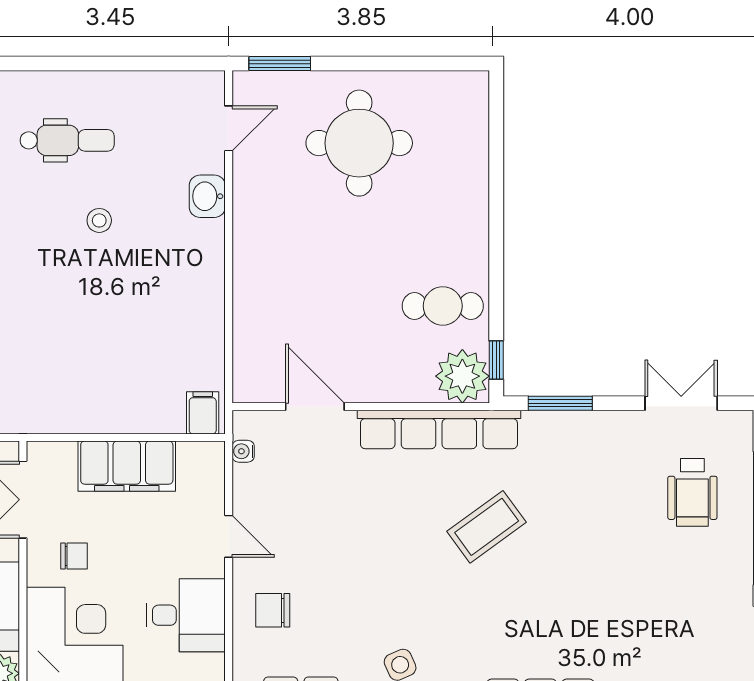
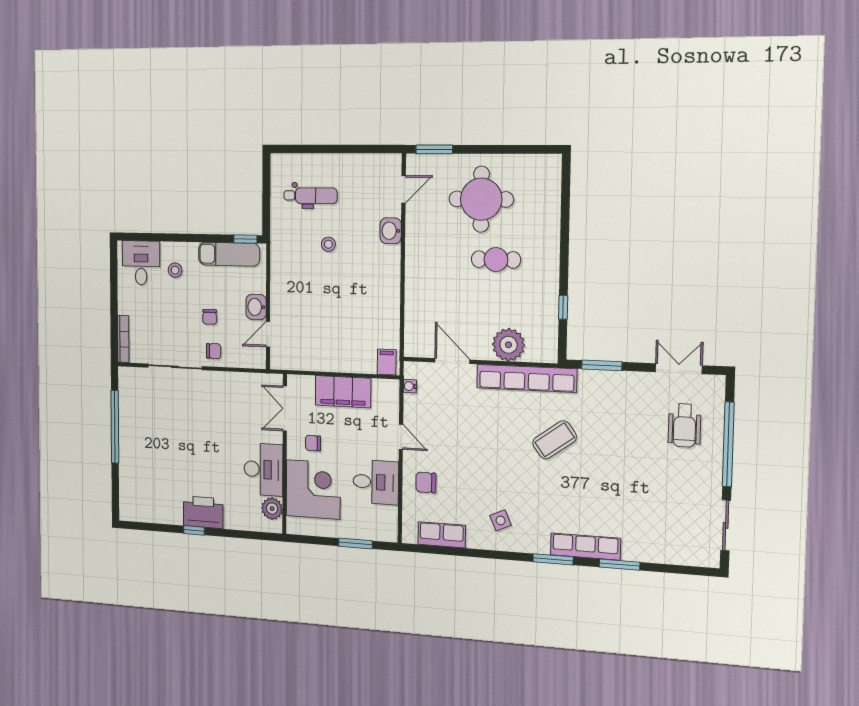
cafe table: (443, 306) -> (496, 260), moved
window: (496, 360) -> (563, 307), moved
plant: (462, 376) -> (508, 345), moved
chair: (74, 556) -> (313, 443), turned 180

